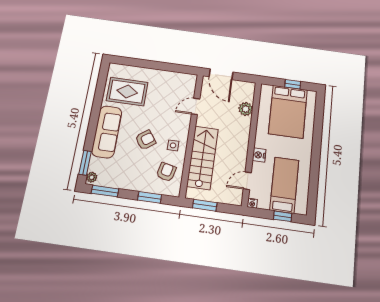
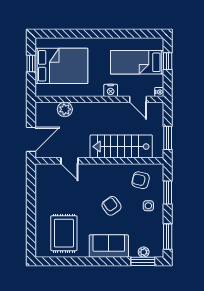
sofa: (107, 132) -> (109, 246), width x0.73
side table: (173, 145) -> (148, 206), moved
plant: (92, 177) -> (144, 252), moved

